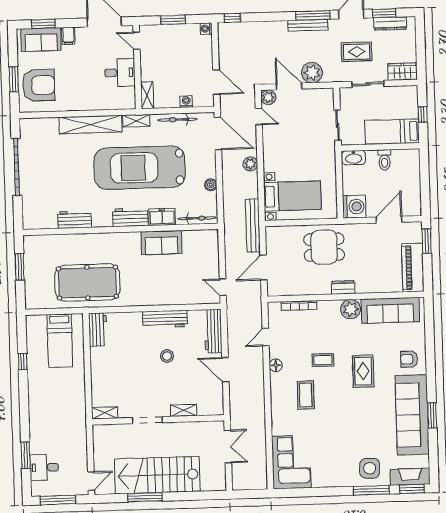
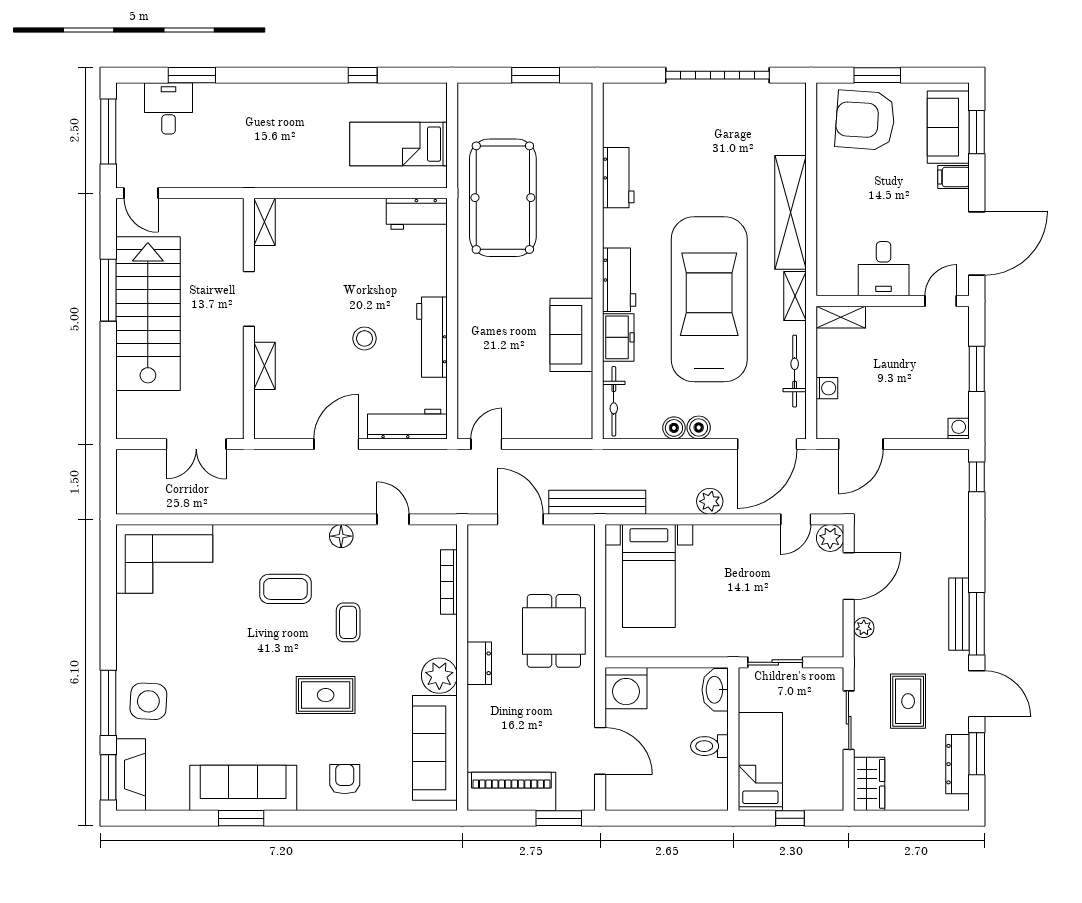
plant: (312, 73) -> (864, 628), width x0.53, depth x0.53
armchair: (39, 85) -> (865, 120), turned 94
boiler: (210, 171) -> (699, 427), added
sofa: (412, 415) -> (243, 788), width x0.74, depth x0.79

